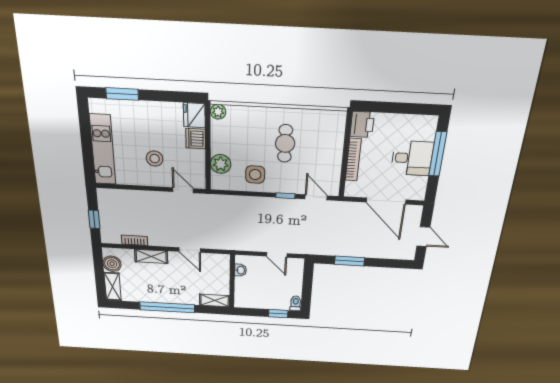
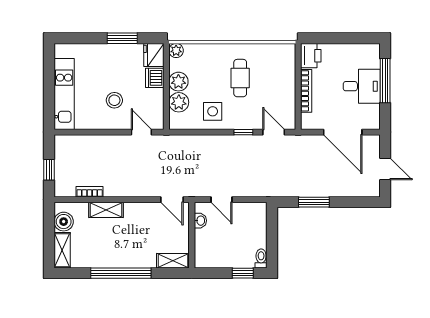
window: (122, 94) -> (122, 38), moved
plant: (220, 144) -> (178, 82), added
door: (190, 250) -> (172, 200), moved
door: (277, 255) -> (221, 200), moved

